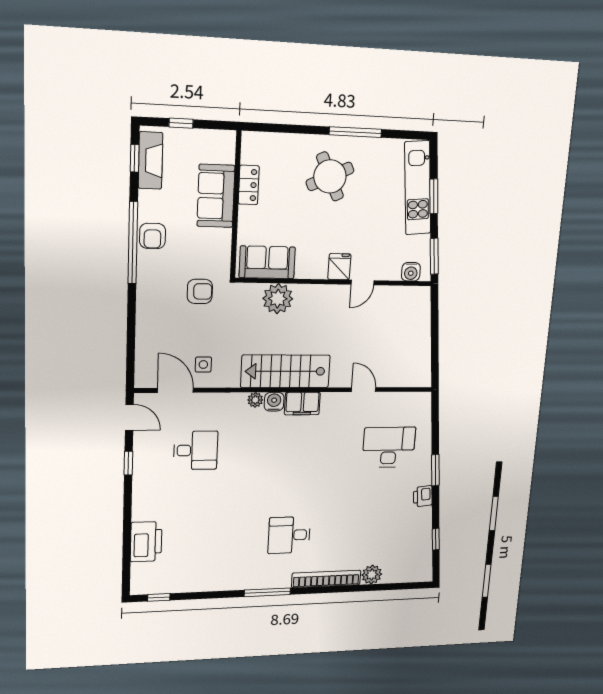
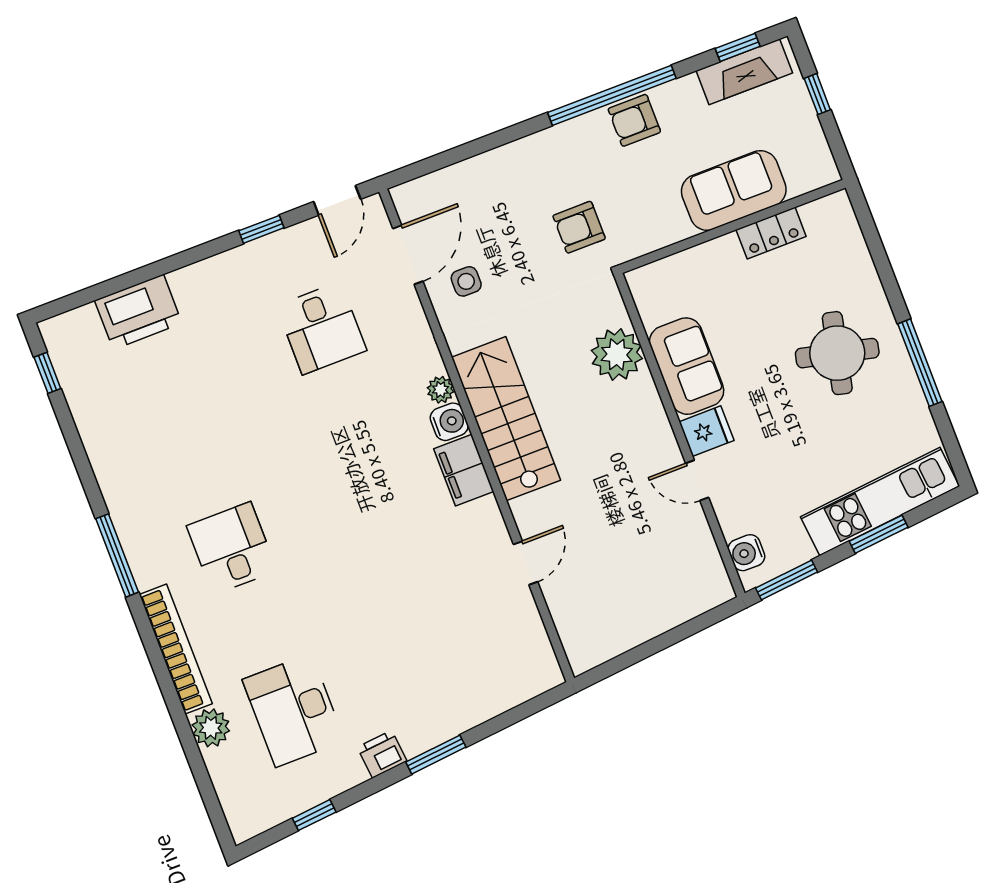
round table: (330, 176) -> (837, 353), turned 38
sofa: (267, 262) -> (687, 366), moved
armchair: (200, 291) -> (579, 227), turned 90
desk: (389, 447) -> (294, 710), moved, turned 180

